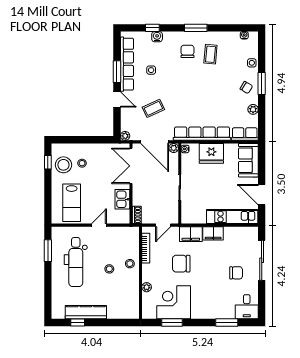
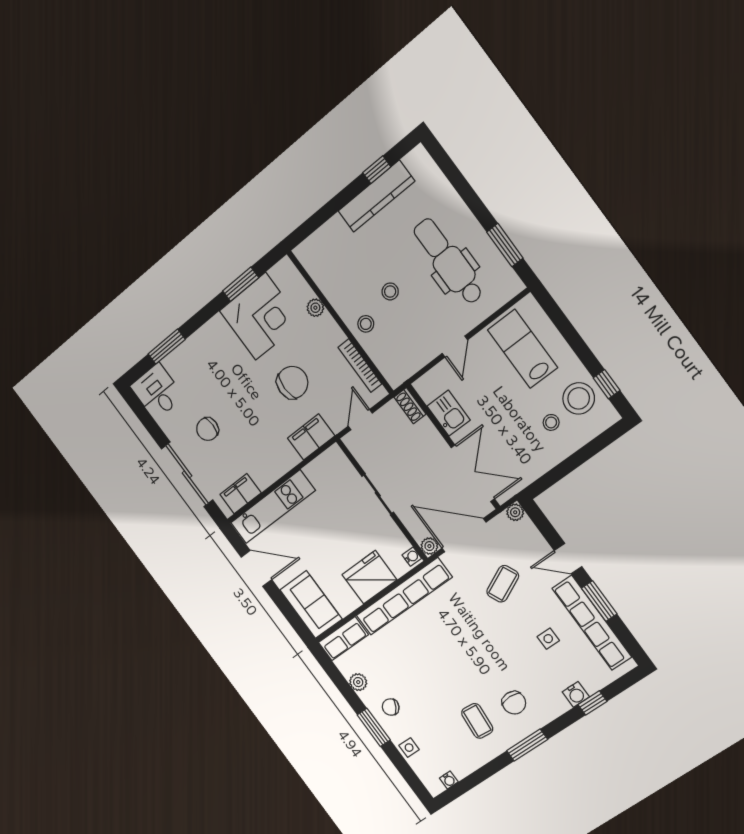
filing cabinet: (213, 233) -> (240, 494), moved

